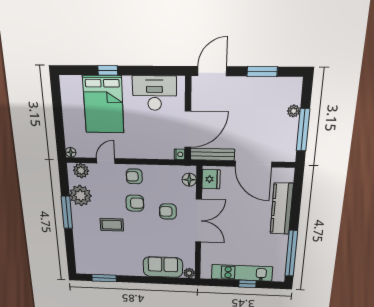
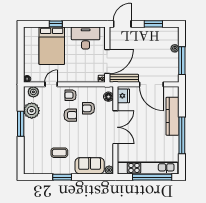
armchair: (168, 212) -> (89, 108), moved
coffee table: (112, 225) -> (59, 153), moved
window: (291, 254) -> (182, 135), moved
kitchen unit: (242, 273) -> (148, 168), width x1.36
window: (104, 278) -> (62, 177), moved
window: (247, 284) -> (152, 177), width x3.17

